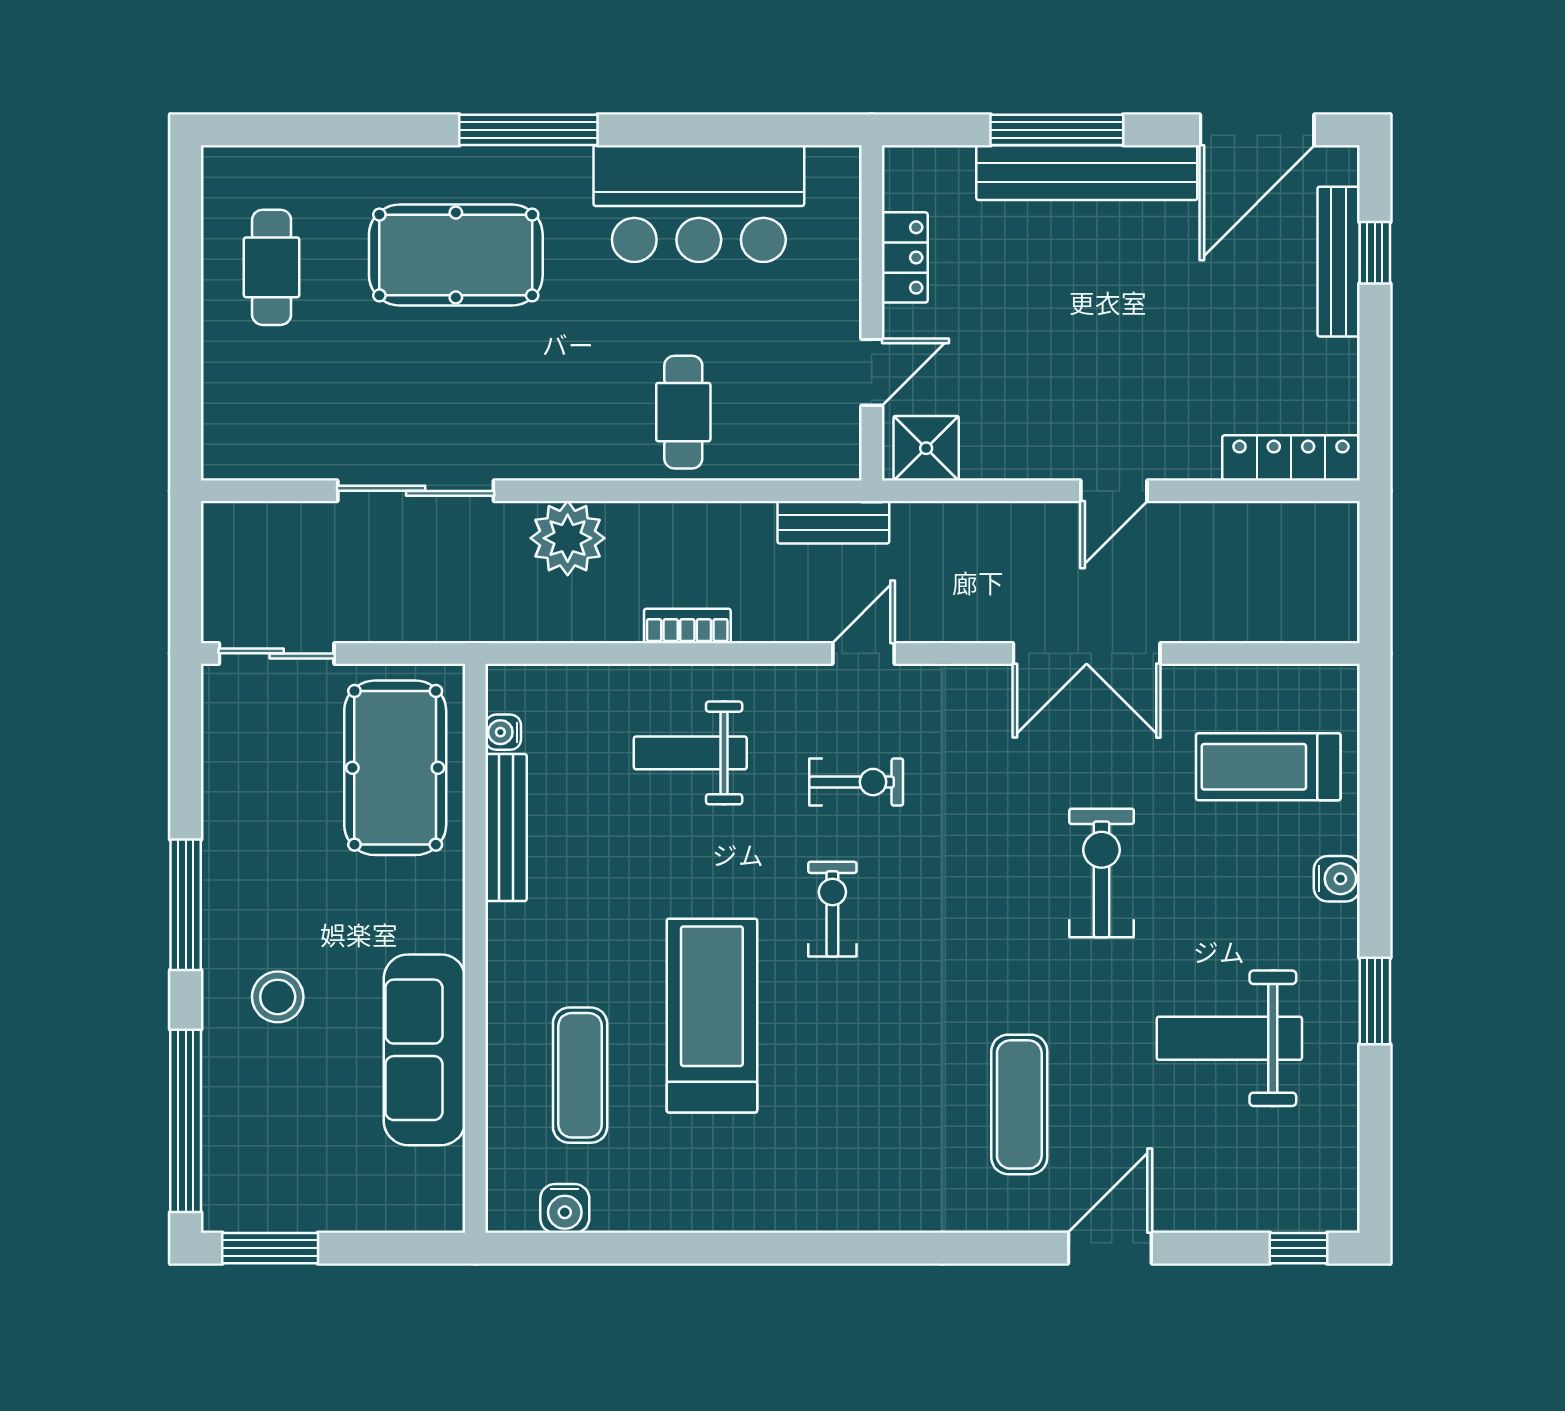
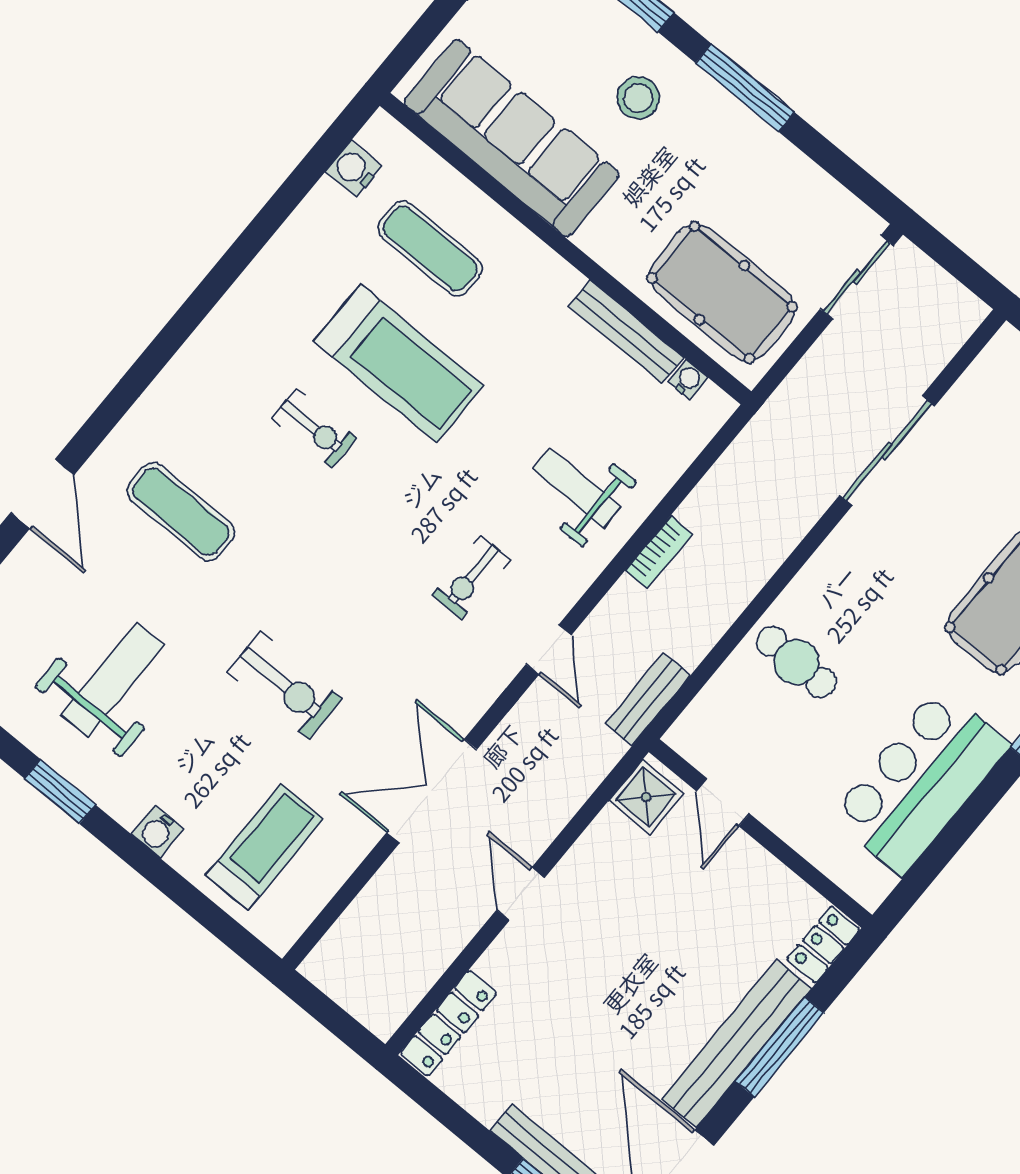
locker: (905, 257) -> (823, 945), moved, turned 90
plant: (568, 538) -> (777, 522), removed
weight bench: (690, 753) -> (577, 488), turned -90
exercise bike: (832, 909) -> (314, 428), moved
sofa: (425, 1050) -> (512, 138), width x1.36, depth x1.27

